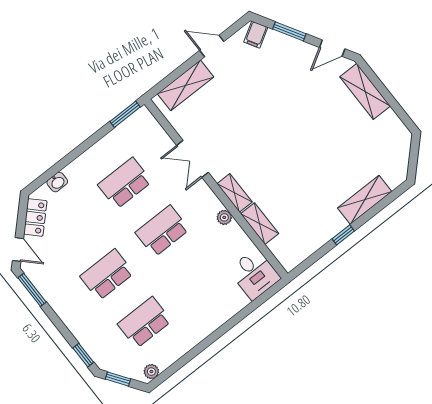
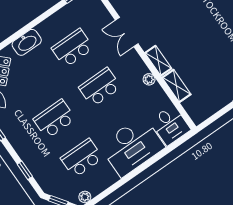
washbasin: (57, 182) -> (27, 42), width x1.91, depth x1.45
desk: (208, 304) -> (132, 146), added
window: (83, 355) -> (25, 170), moved

